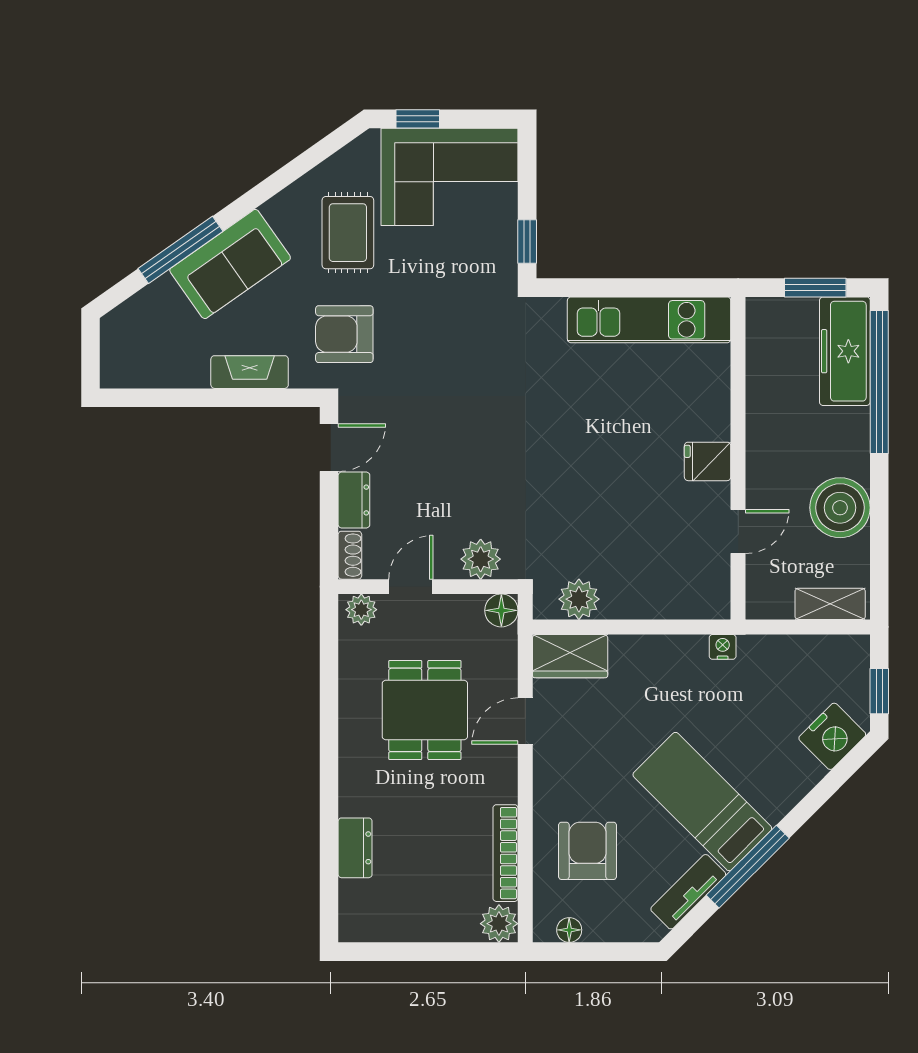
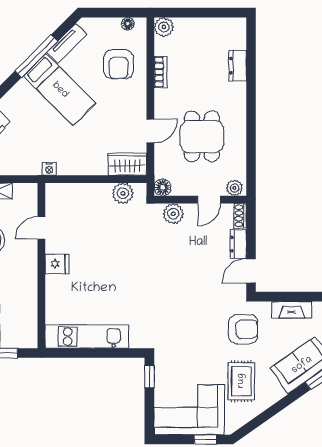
bookcase: (505, 853) -> (161, 72), width x0.64

